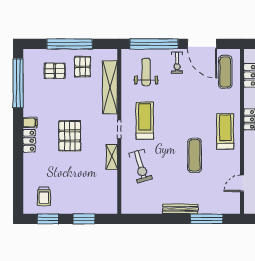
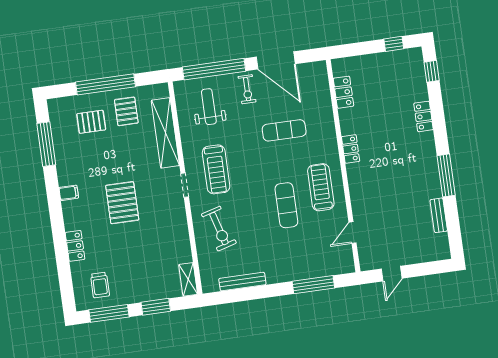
exercise mat: (225, 72) -> (284, 130), moved, turned 90
window: (18, 83) -> (46, 144), width x0.68
treadmill: (145, 121) -> (216, 169), turned 180
treadmill: (225, 131) -> (321, 187), moved
locker: (29, 141) -> (75, 246), moved
shelving: (112, 157) -> (188, 279), moved
bench: (180, 209) -> (242, 282), moved
window: (48, 219) -> (109, 313), width x1.44

